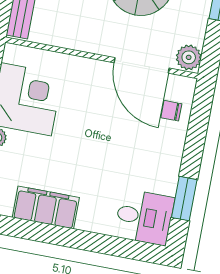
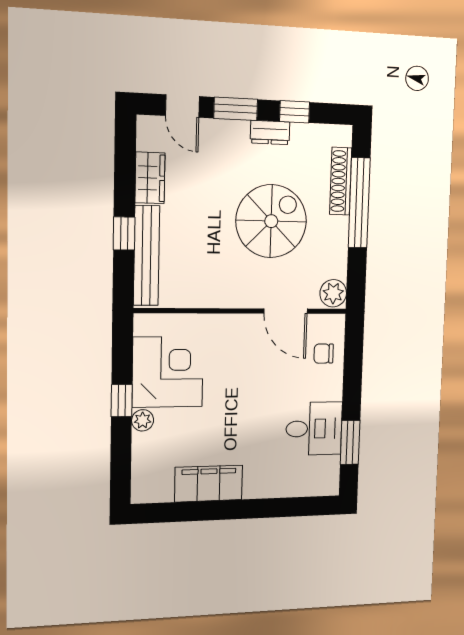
door: (142, 65) -> (286, 311), width x0.73
desk: (144, 217) -> (314, 429), moved

